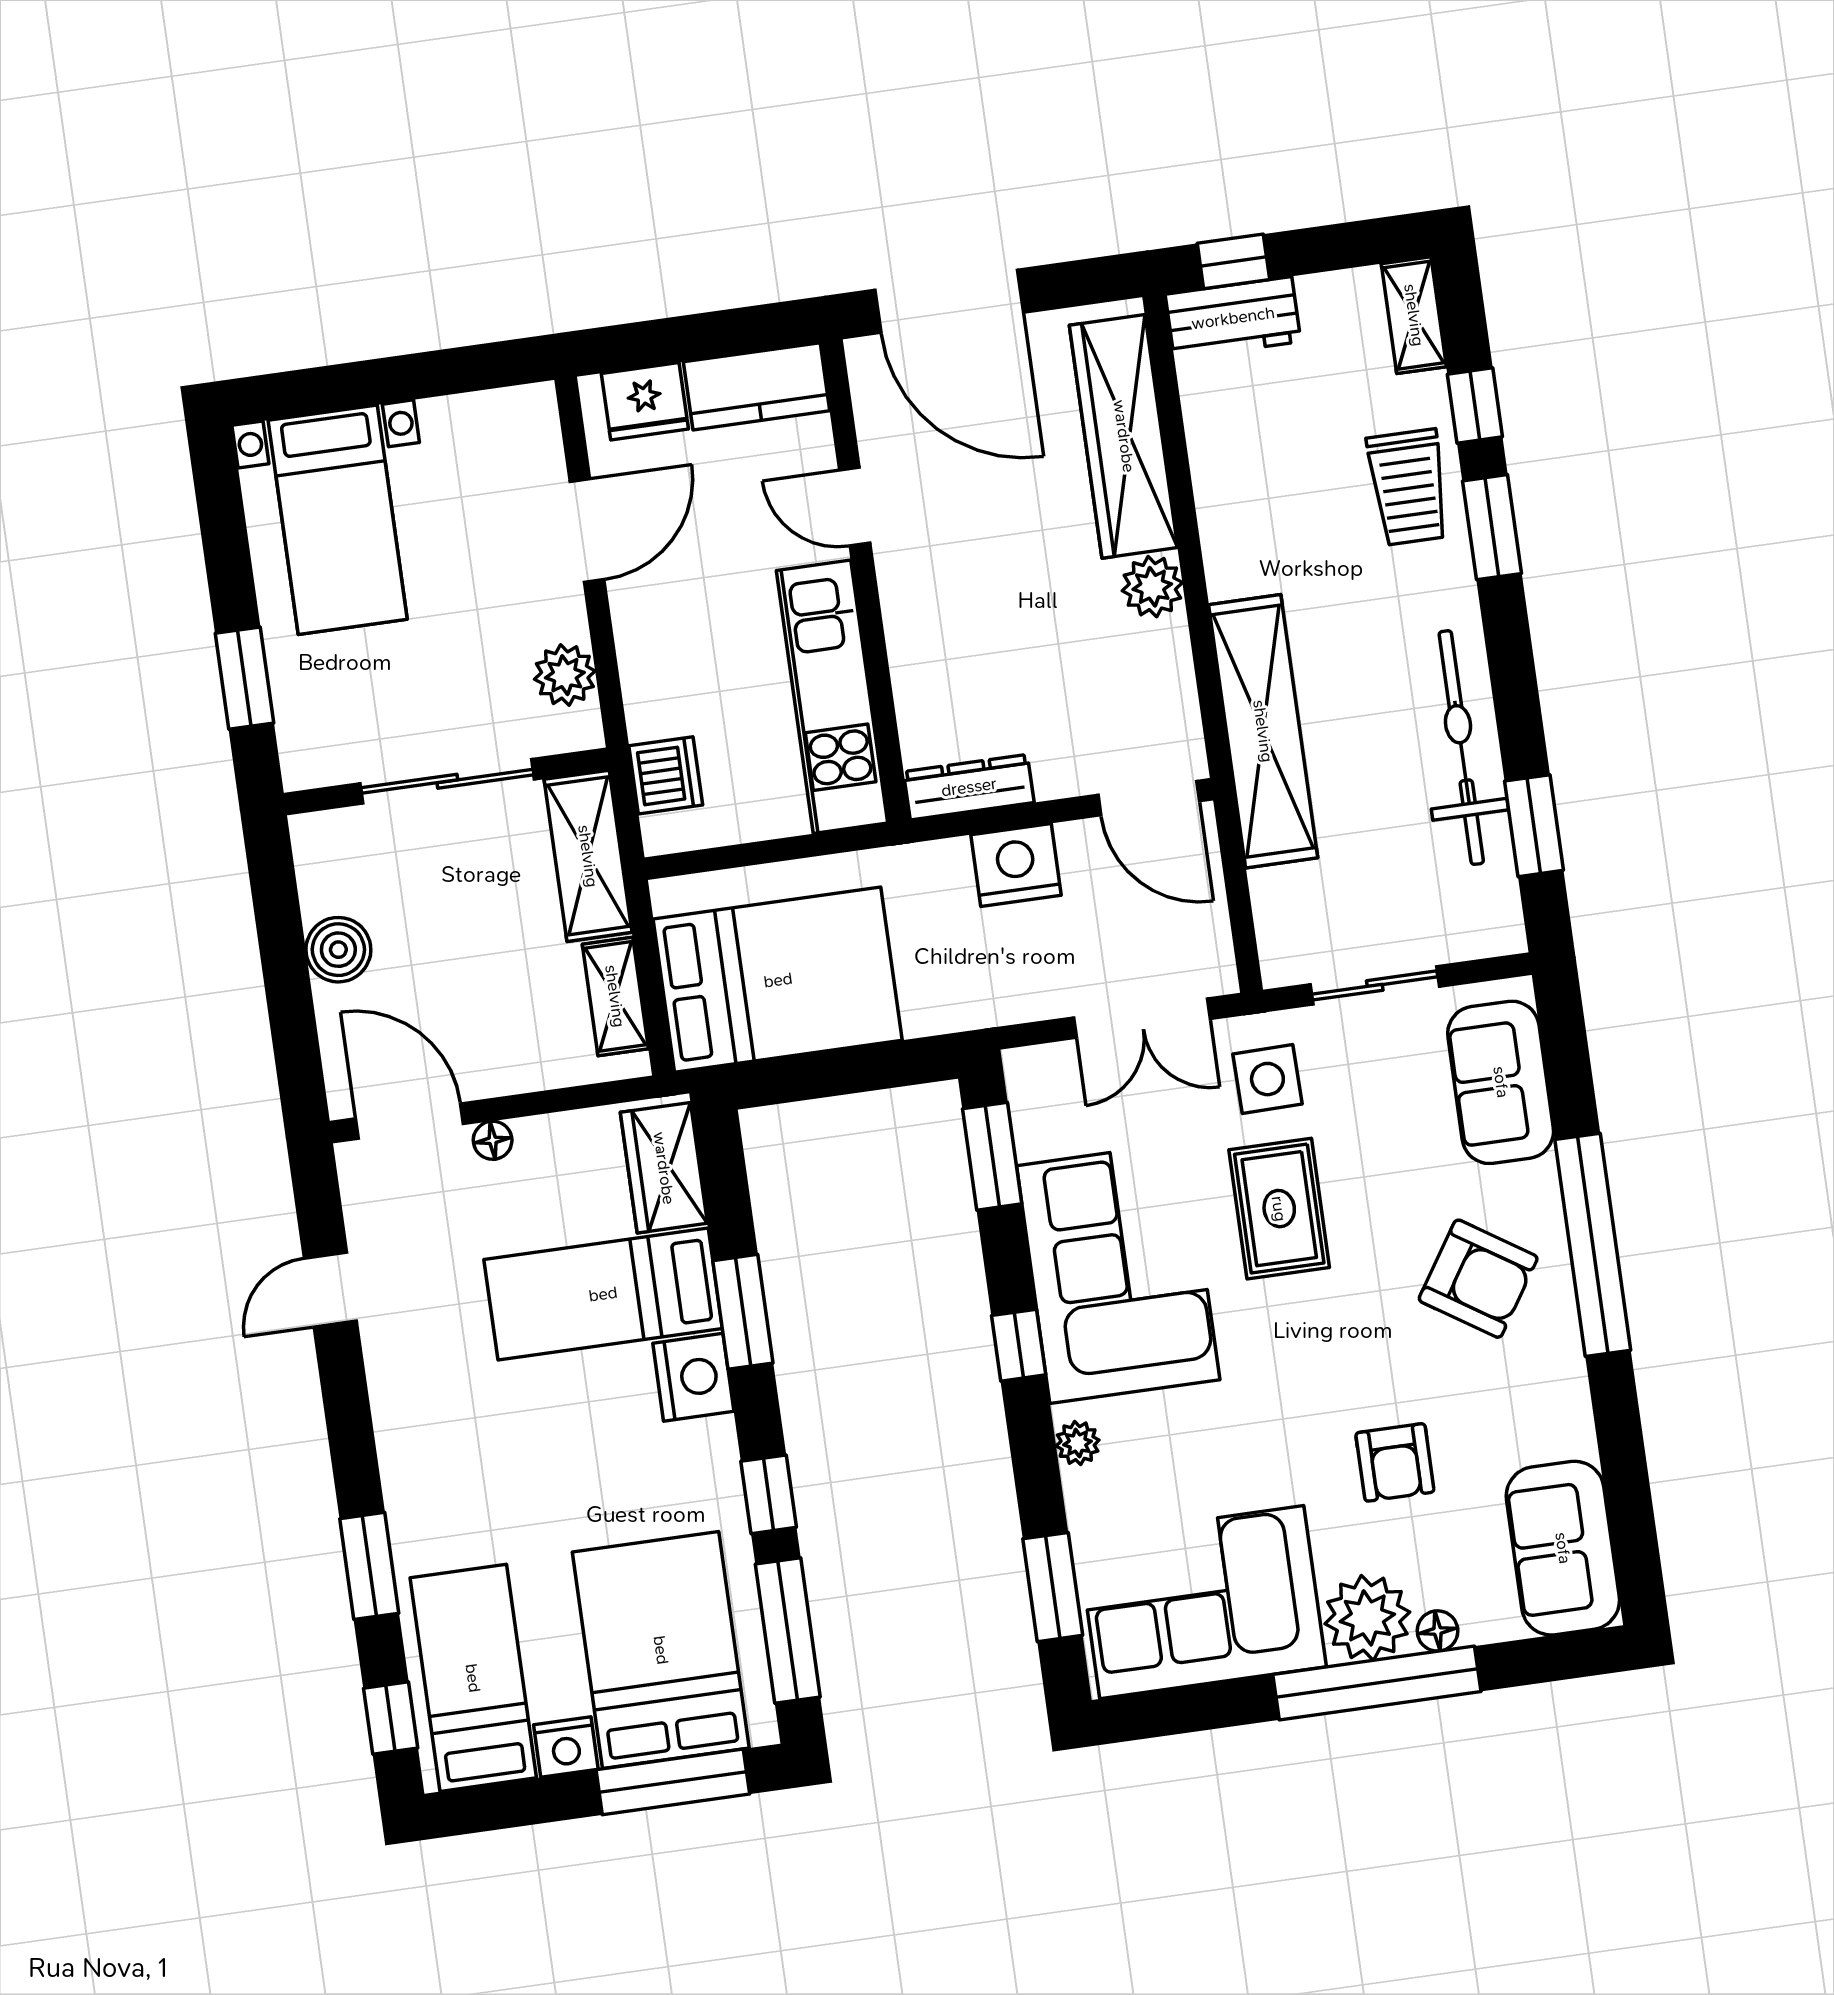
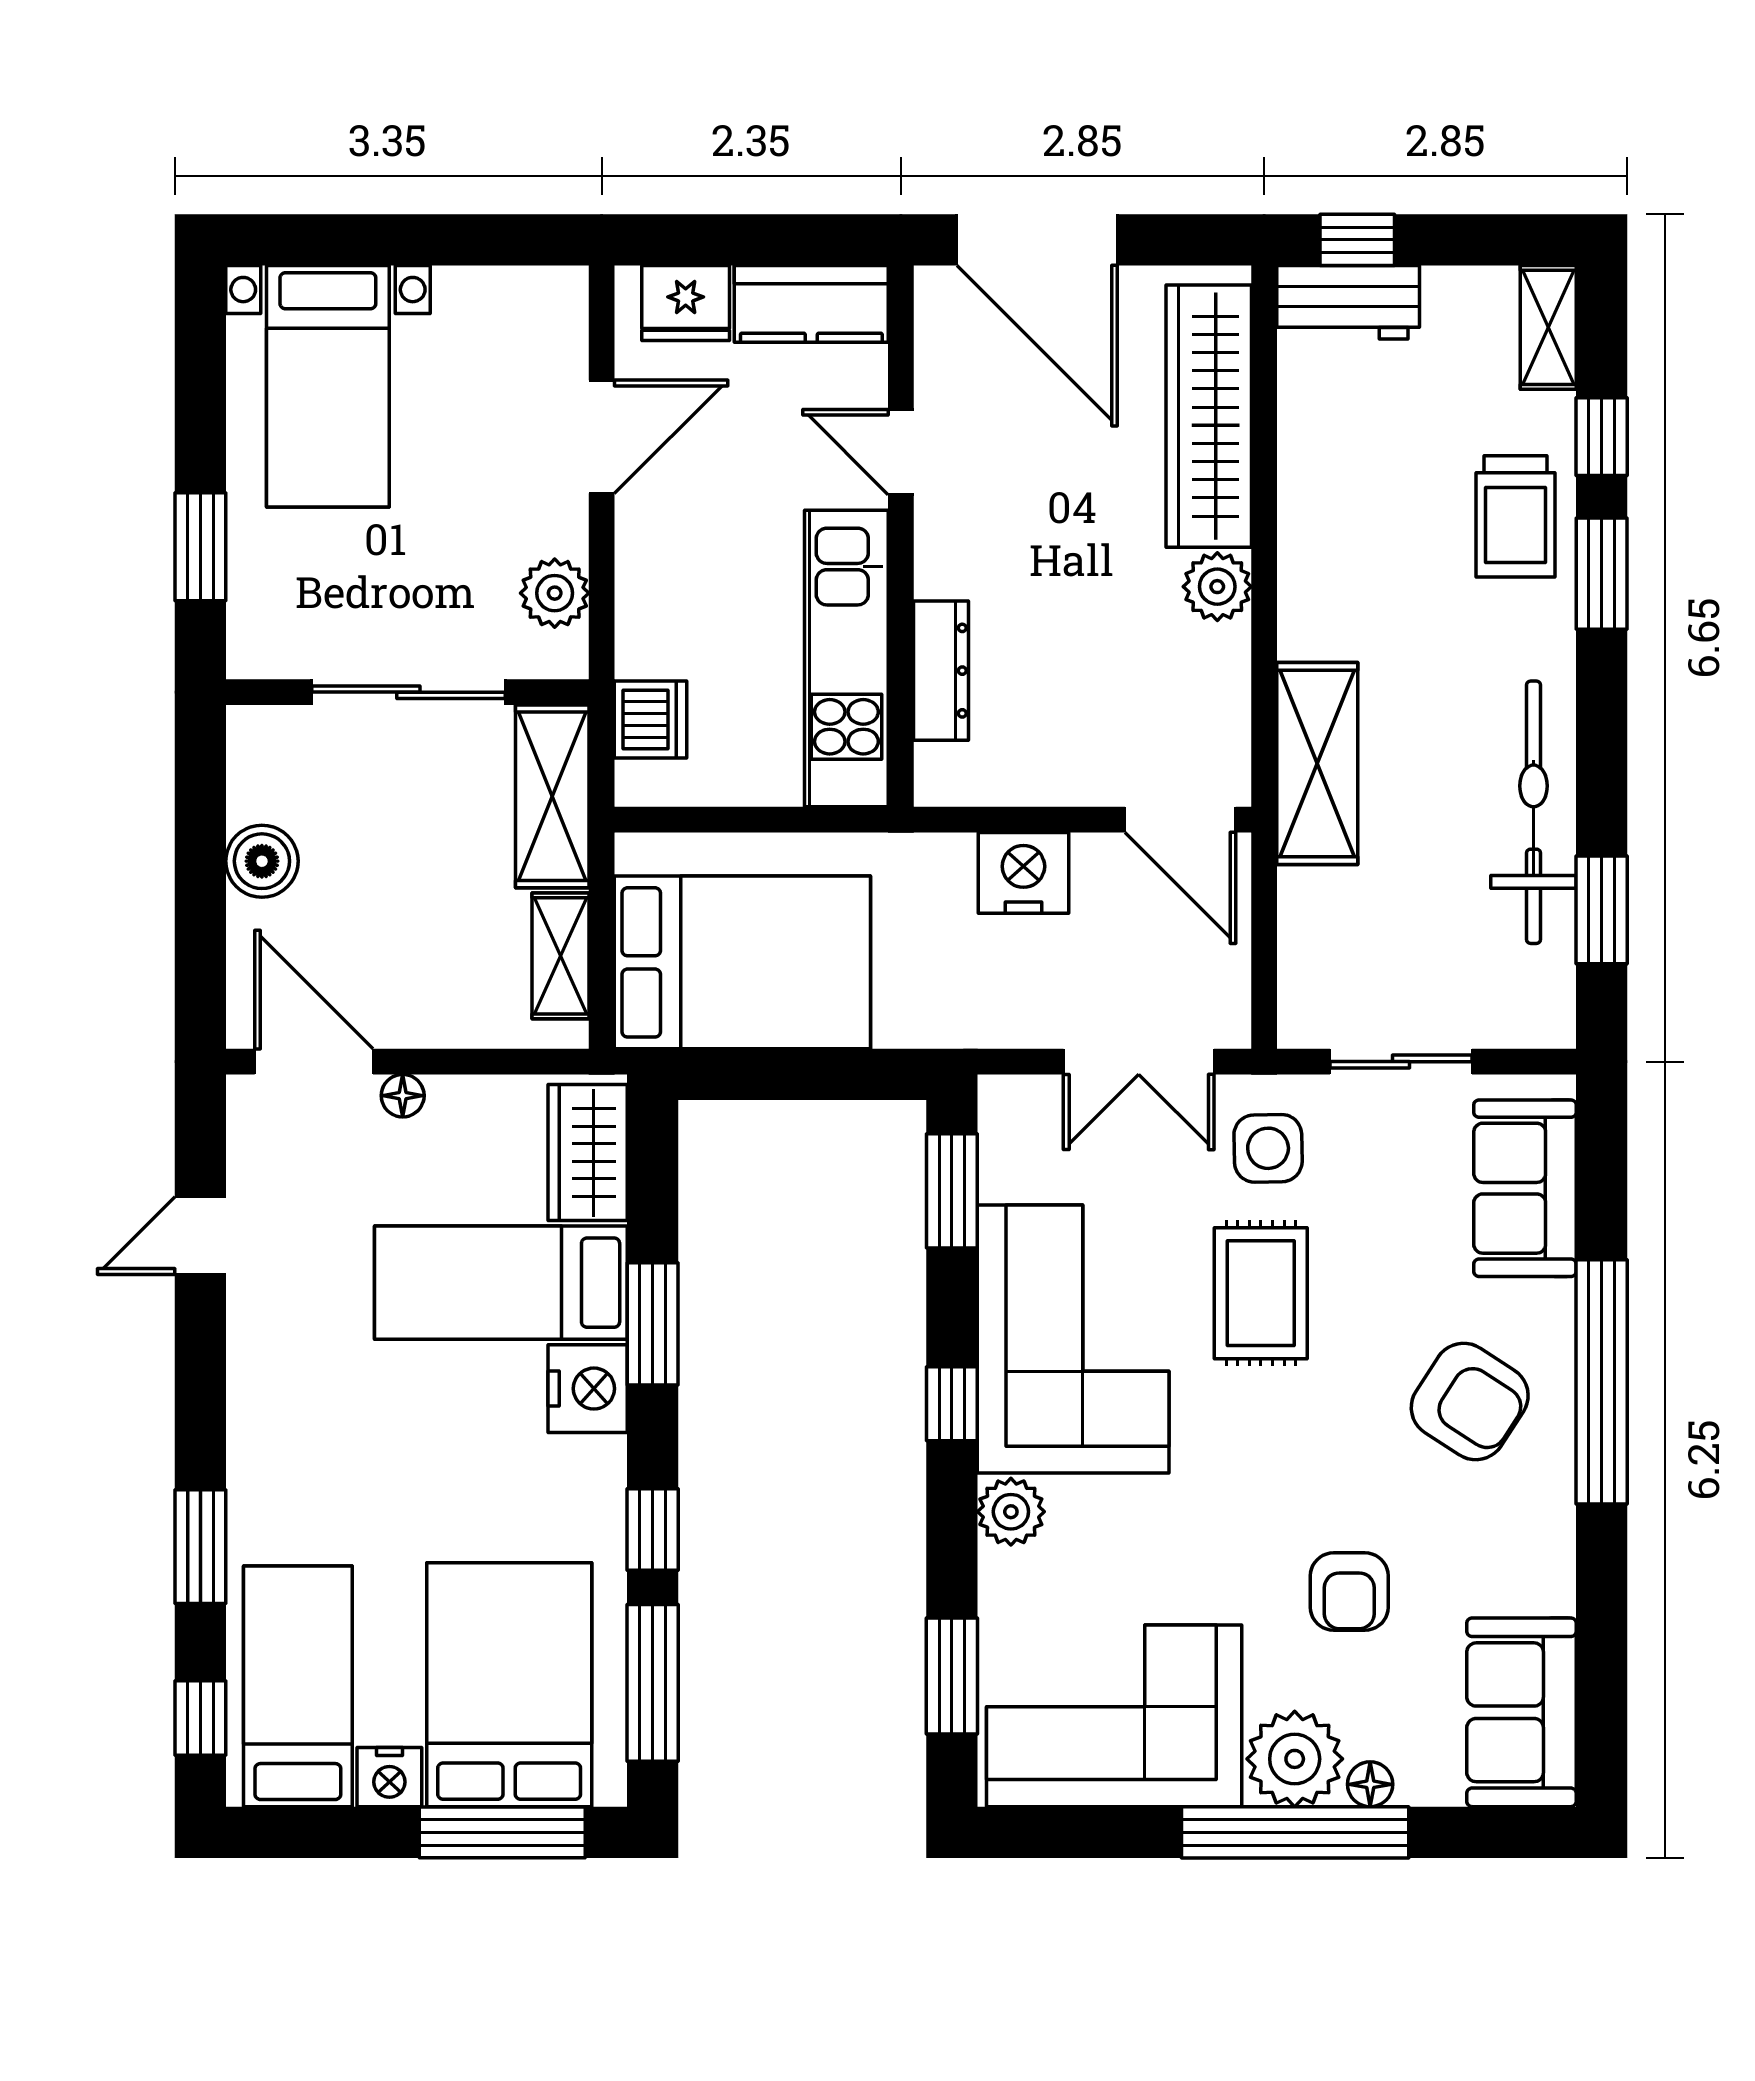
shelving: (1263, 731) -> (1317, 763), width x0.68
dresser: (969, 787) -> (941, 671), moved, turned 90
plant: (1078, 1443) -> (1011, 1512), width x1.38, depth x1.38

